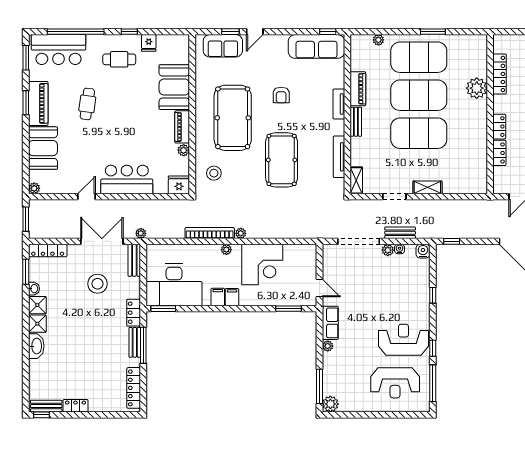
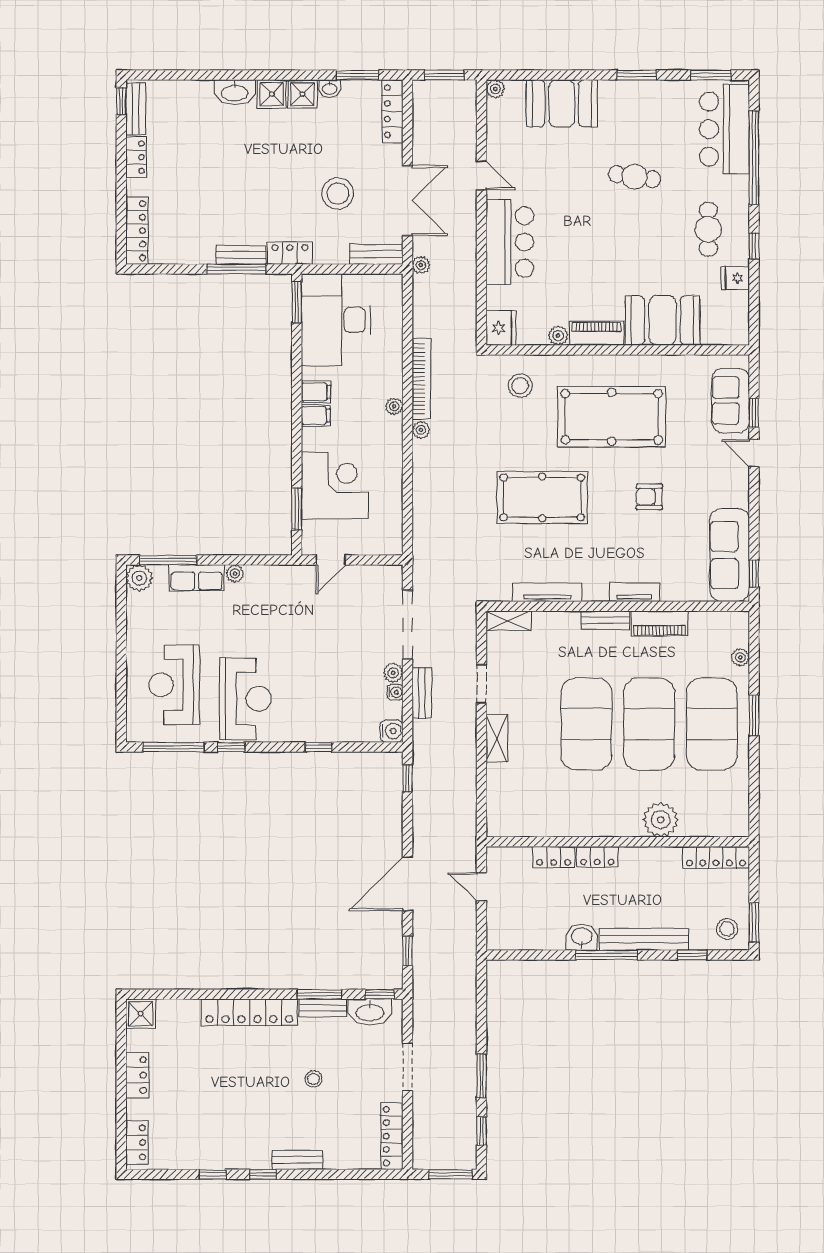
window: (433, 32) -> (754, 715), moved
locker: (500, 74) -> (716, 857), moved
piano: (38, 103) -> (635, 96), removed
corner desk: (262, 265) -> (335, 485), moved, turned 180
row of seats: (330, 323) -> (197, 578), moved
locker: (134, 388) -> (137, 231), moved, turned 90

